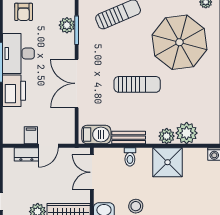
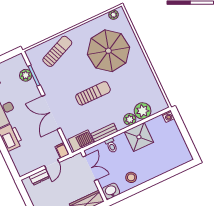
filing cabinet: (31, 135) -> (62, 150), moved
double door: (92, 172) -> (90, 168), swing flipped

